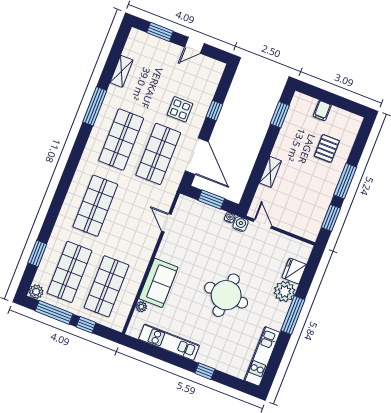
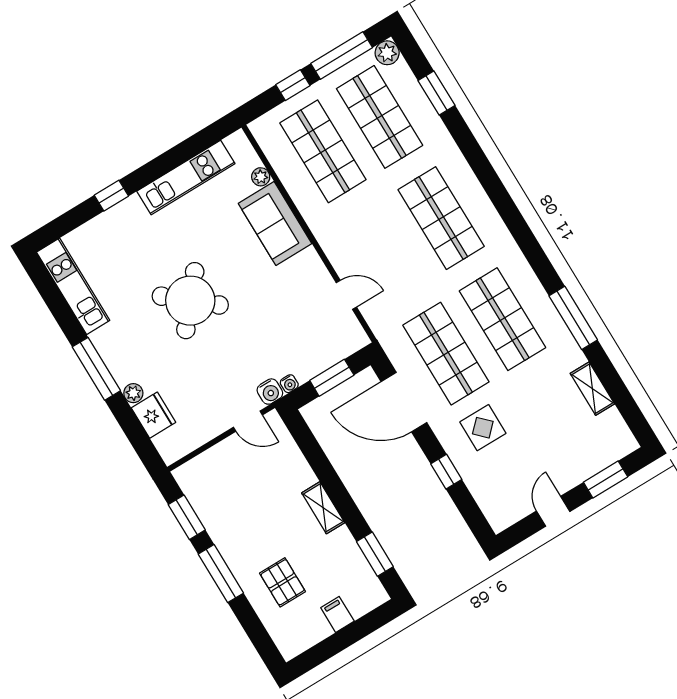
shelving: (270, 172) -> (323, 508), moved
plant: (285, 291) -> (133, 393), width x0.53, depth x0.53
round table: (226, 295) -> (190, 301), turned 36

